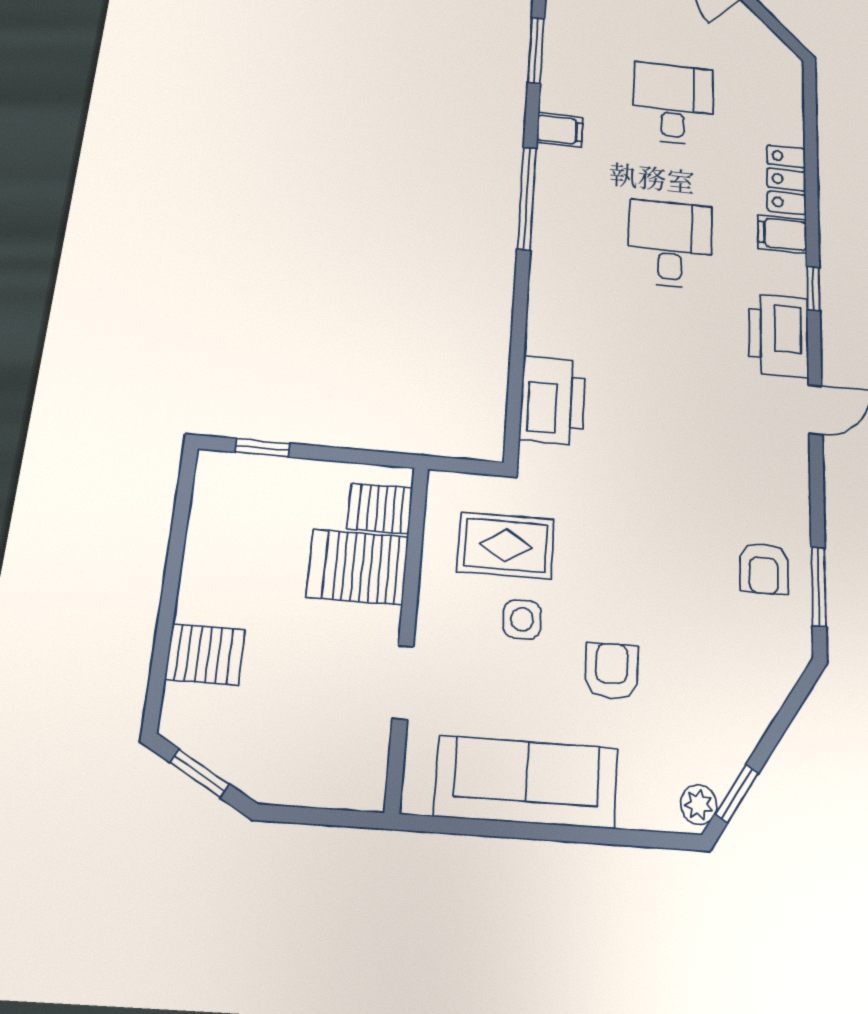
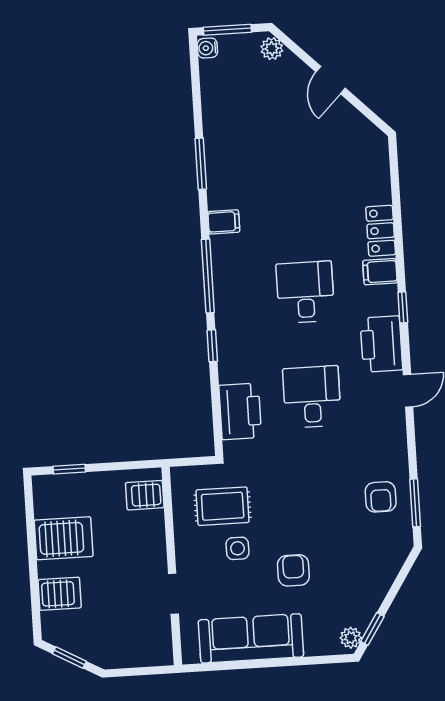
desk: (673, 104) -> (312, 397), moved
window: (521, 297) -> (212, 346), added
server rack: (358, 567) -> (64, 538), moved, turned 180

